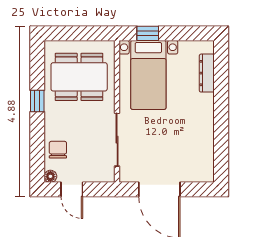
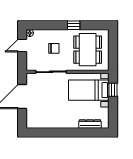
chair: (58, 150) -> (54, 48), moved

